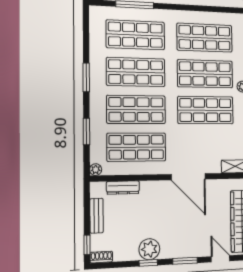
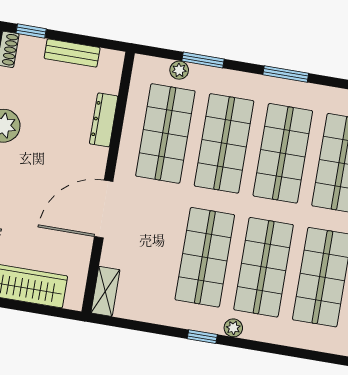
plant: (96, 170) -> (179, 70), moved
dresser: (123, 188) -> (104, 120), moved

